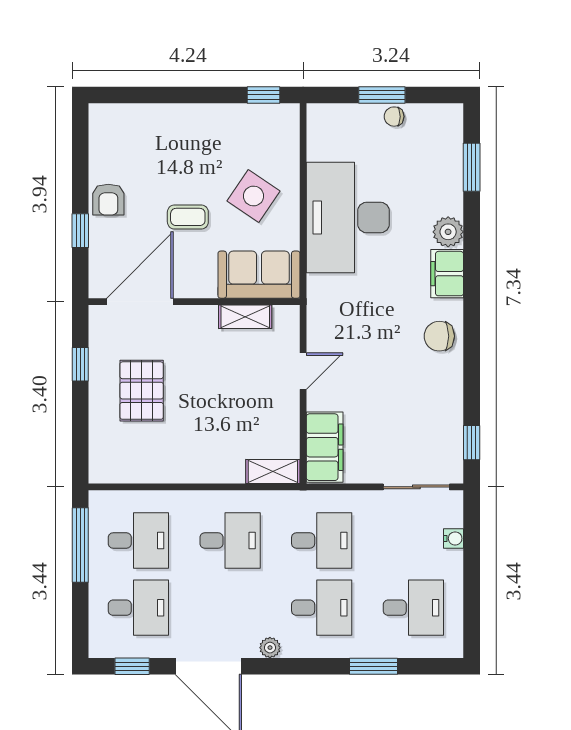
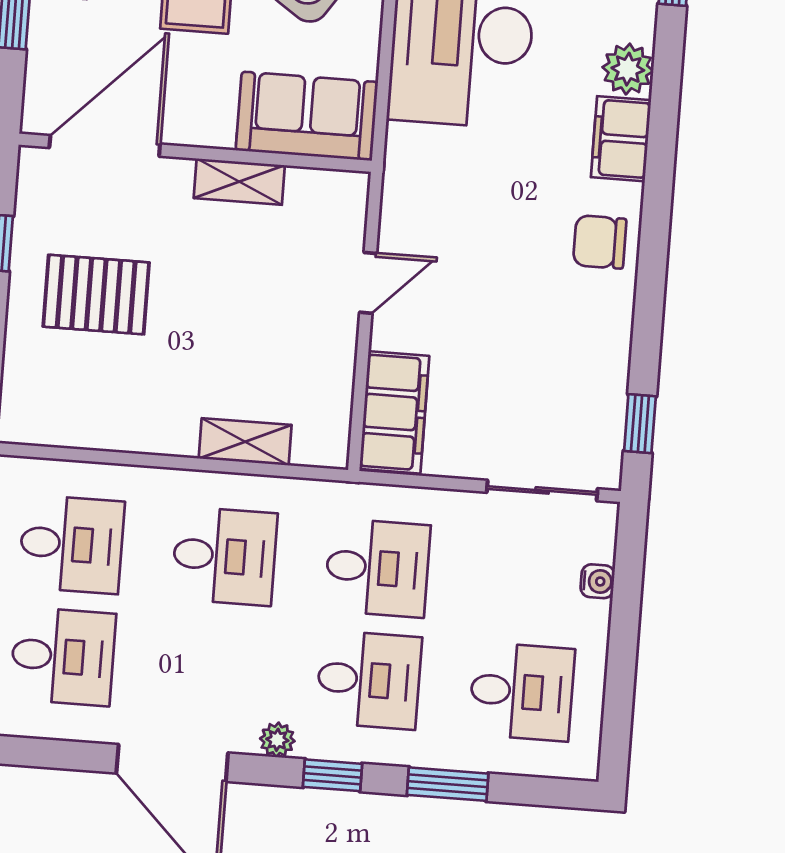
shelving: (245, 317) -> (239, 182), moved
pallet: (142, 391) -> (96, 295), turned 90
shelving: (273, 471) -> (245, 442), moved
window: (132, 666) -> (332, 775), moved

